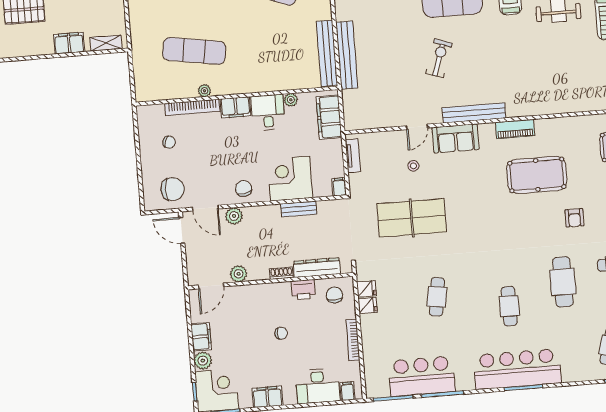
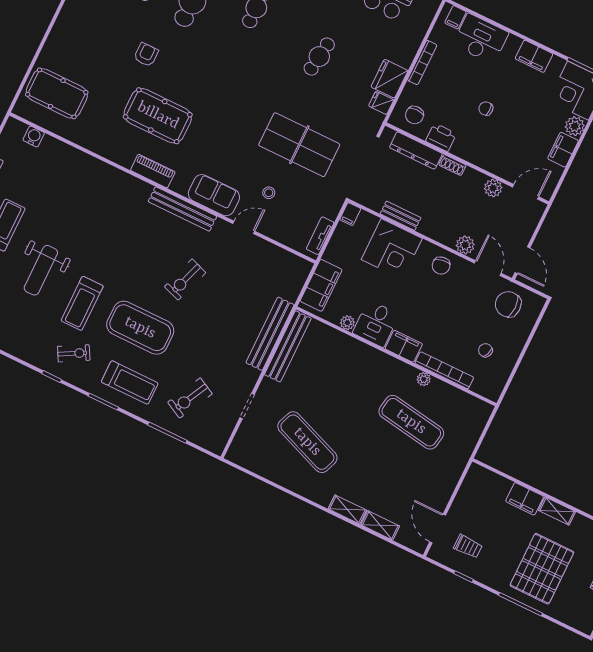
shelving: (106, 43) -> (557, 511), moved
fridge: (368, 306) -> (389, 79), width x1.88, depth x1.34

